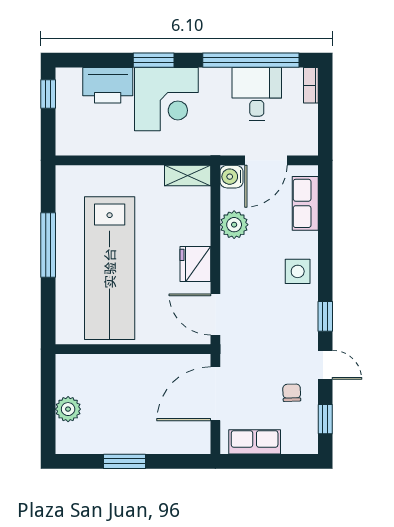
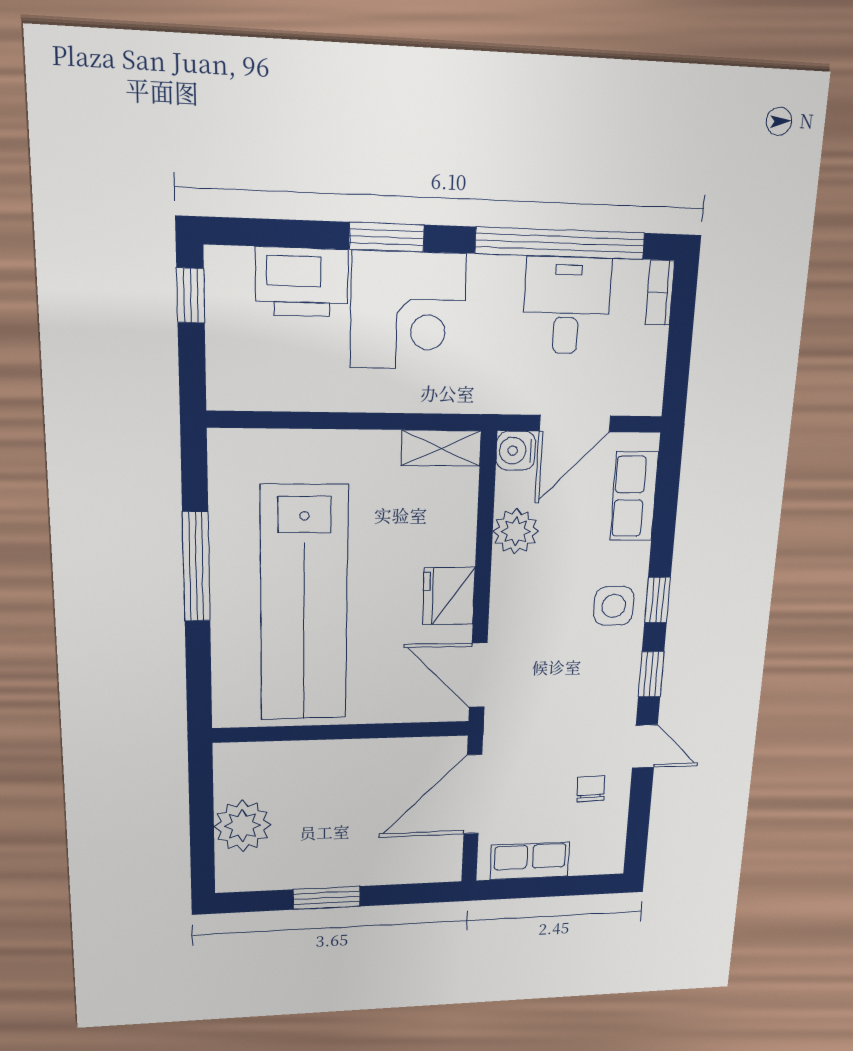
plant: (68, 409) -> (243, 826), width x1.36, depth x1.36
window: (325, 419) -> (657, 600), moved

